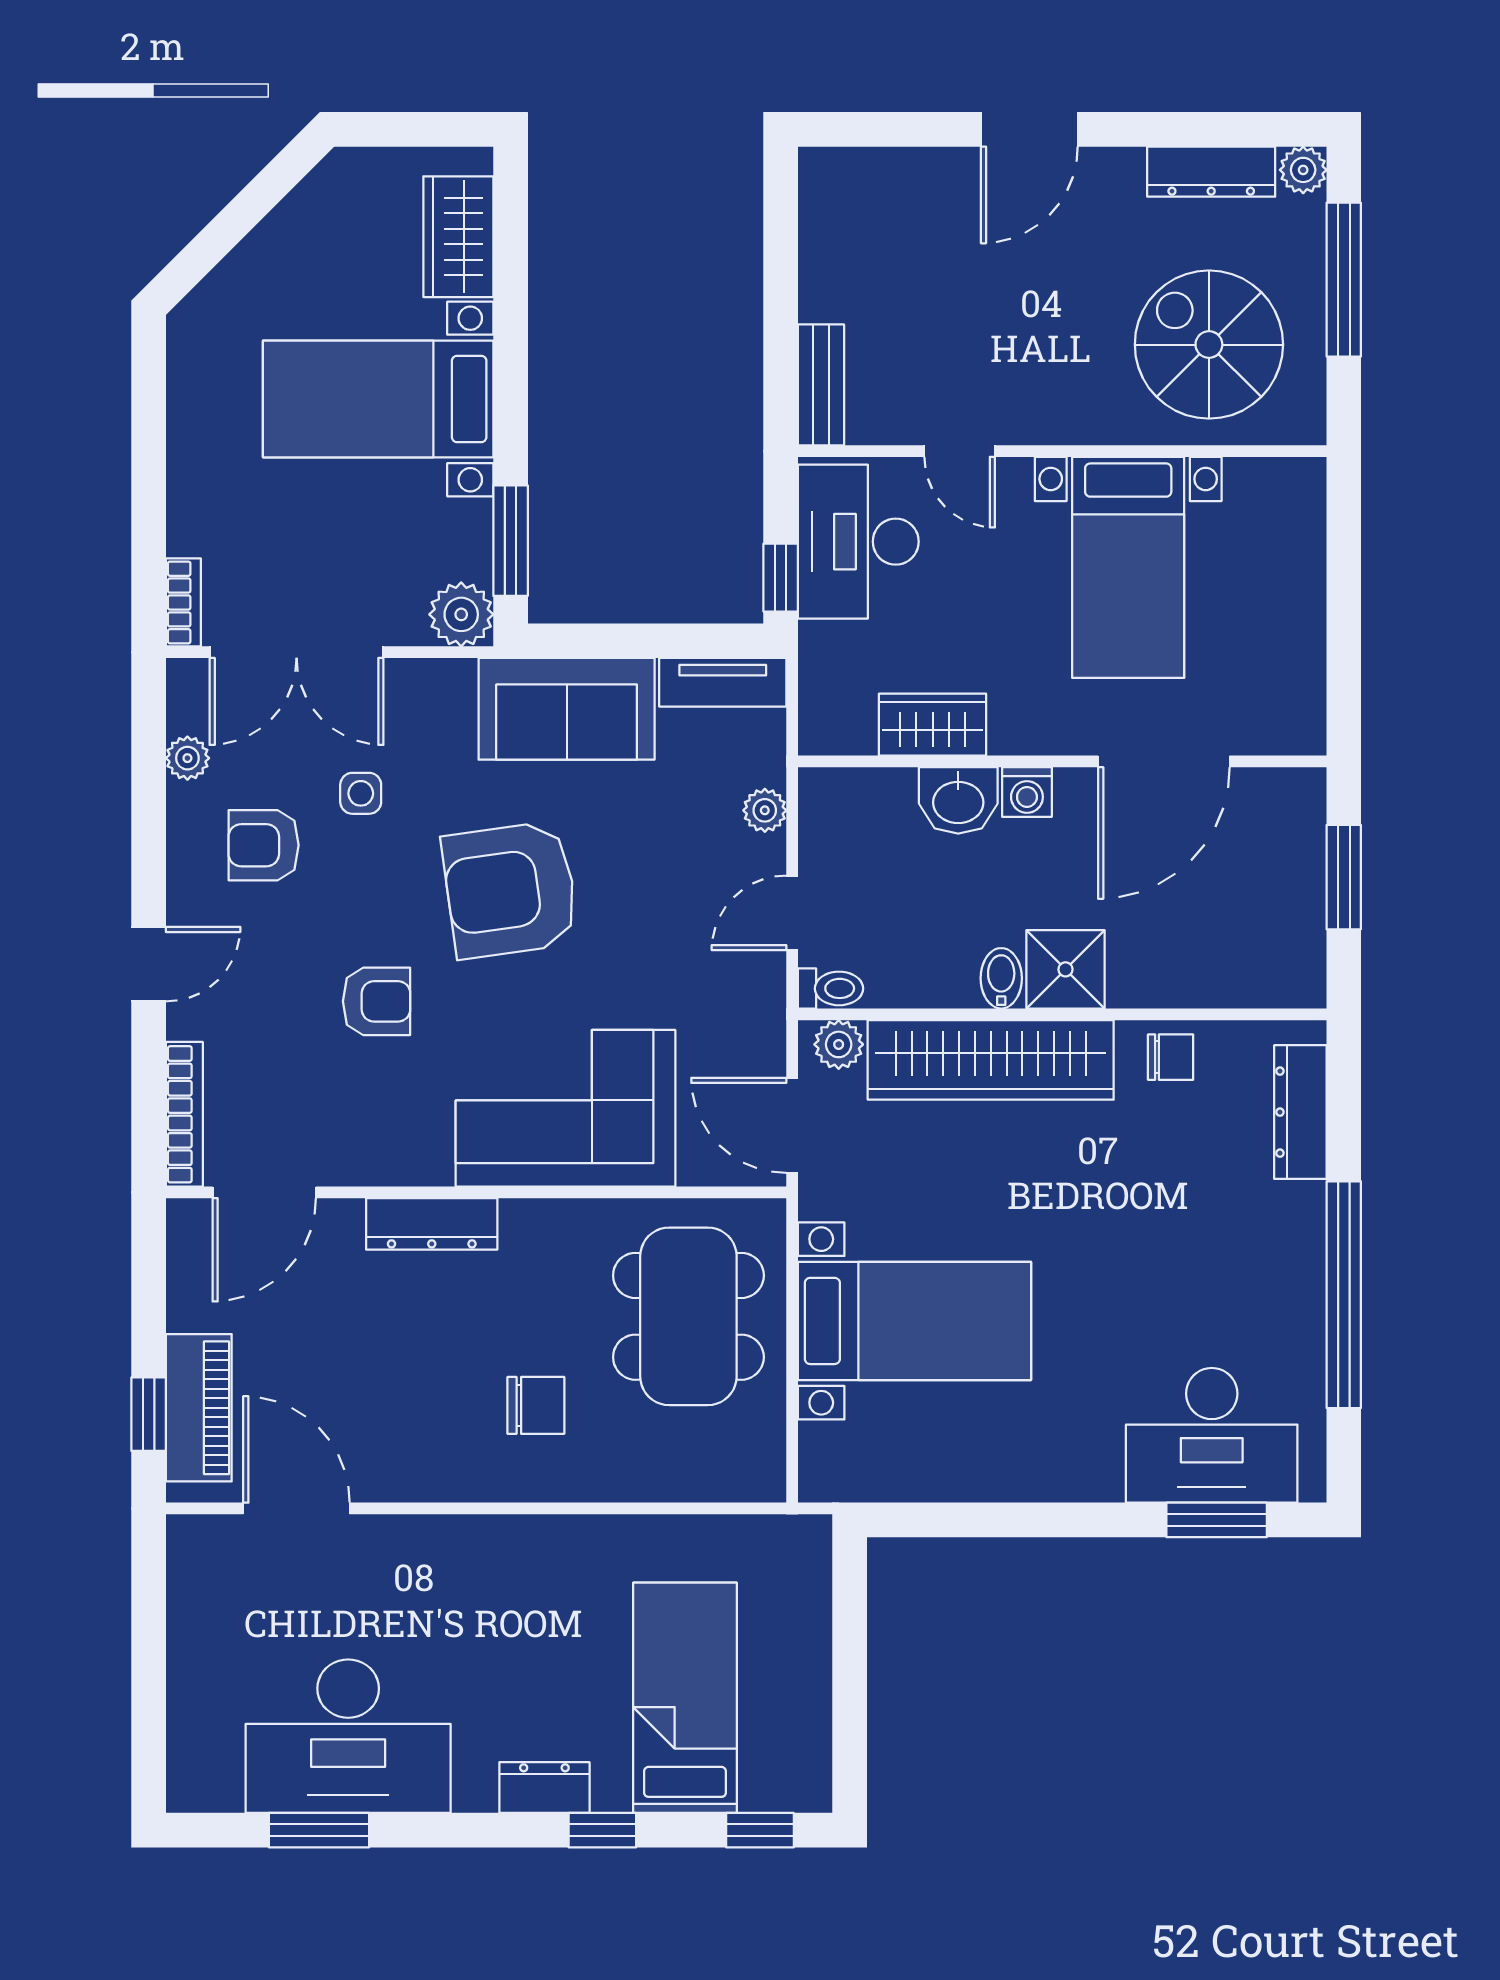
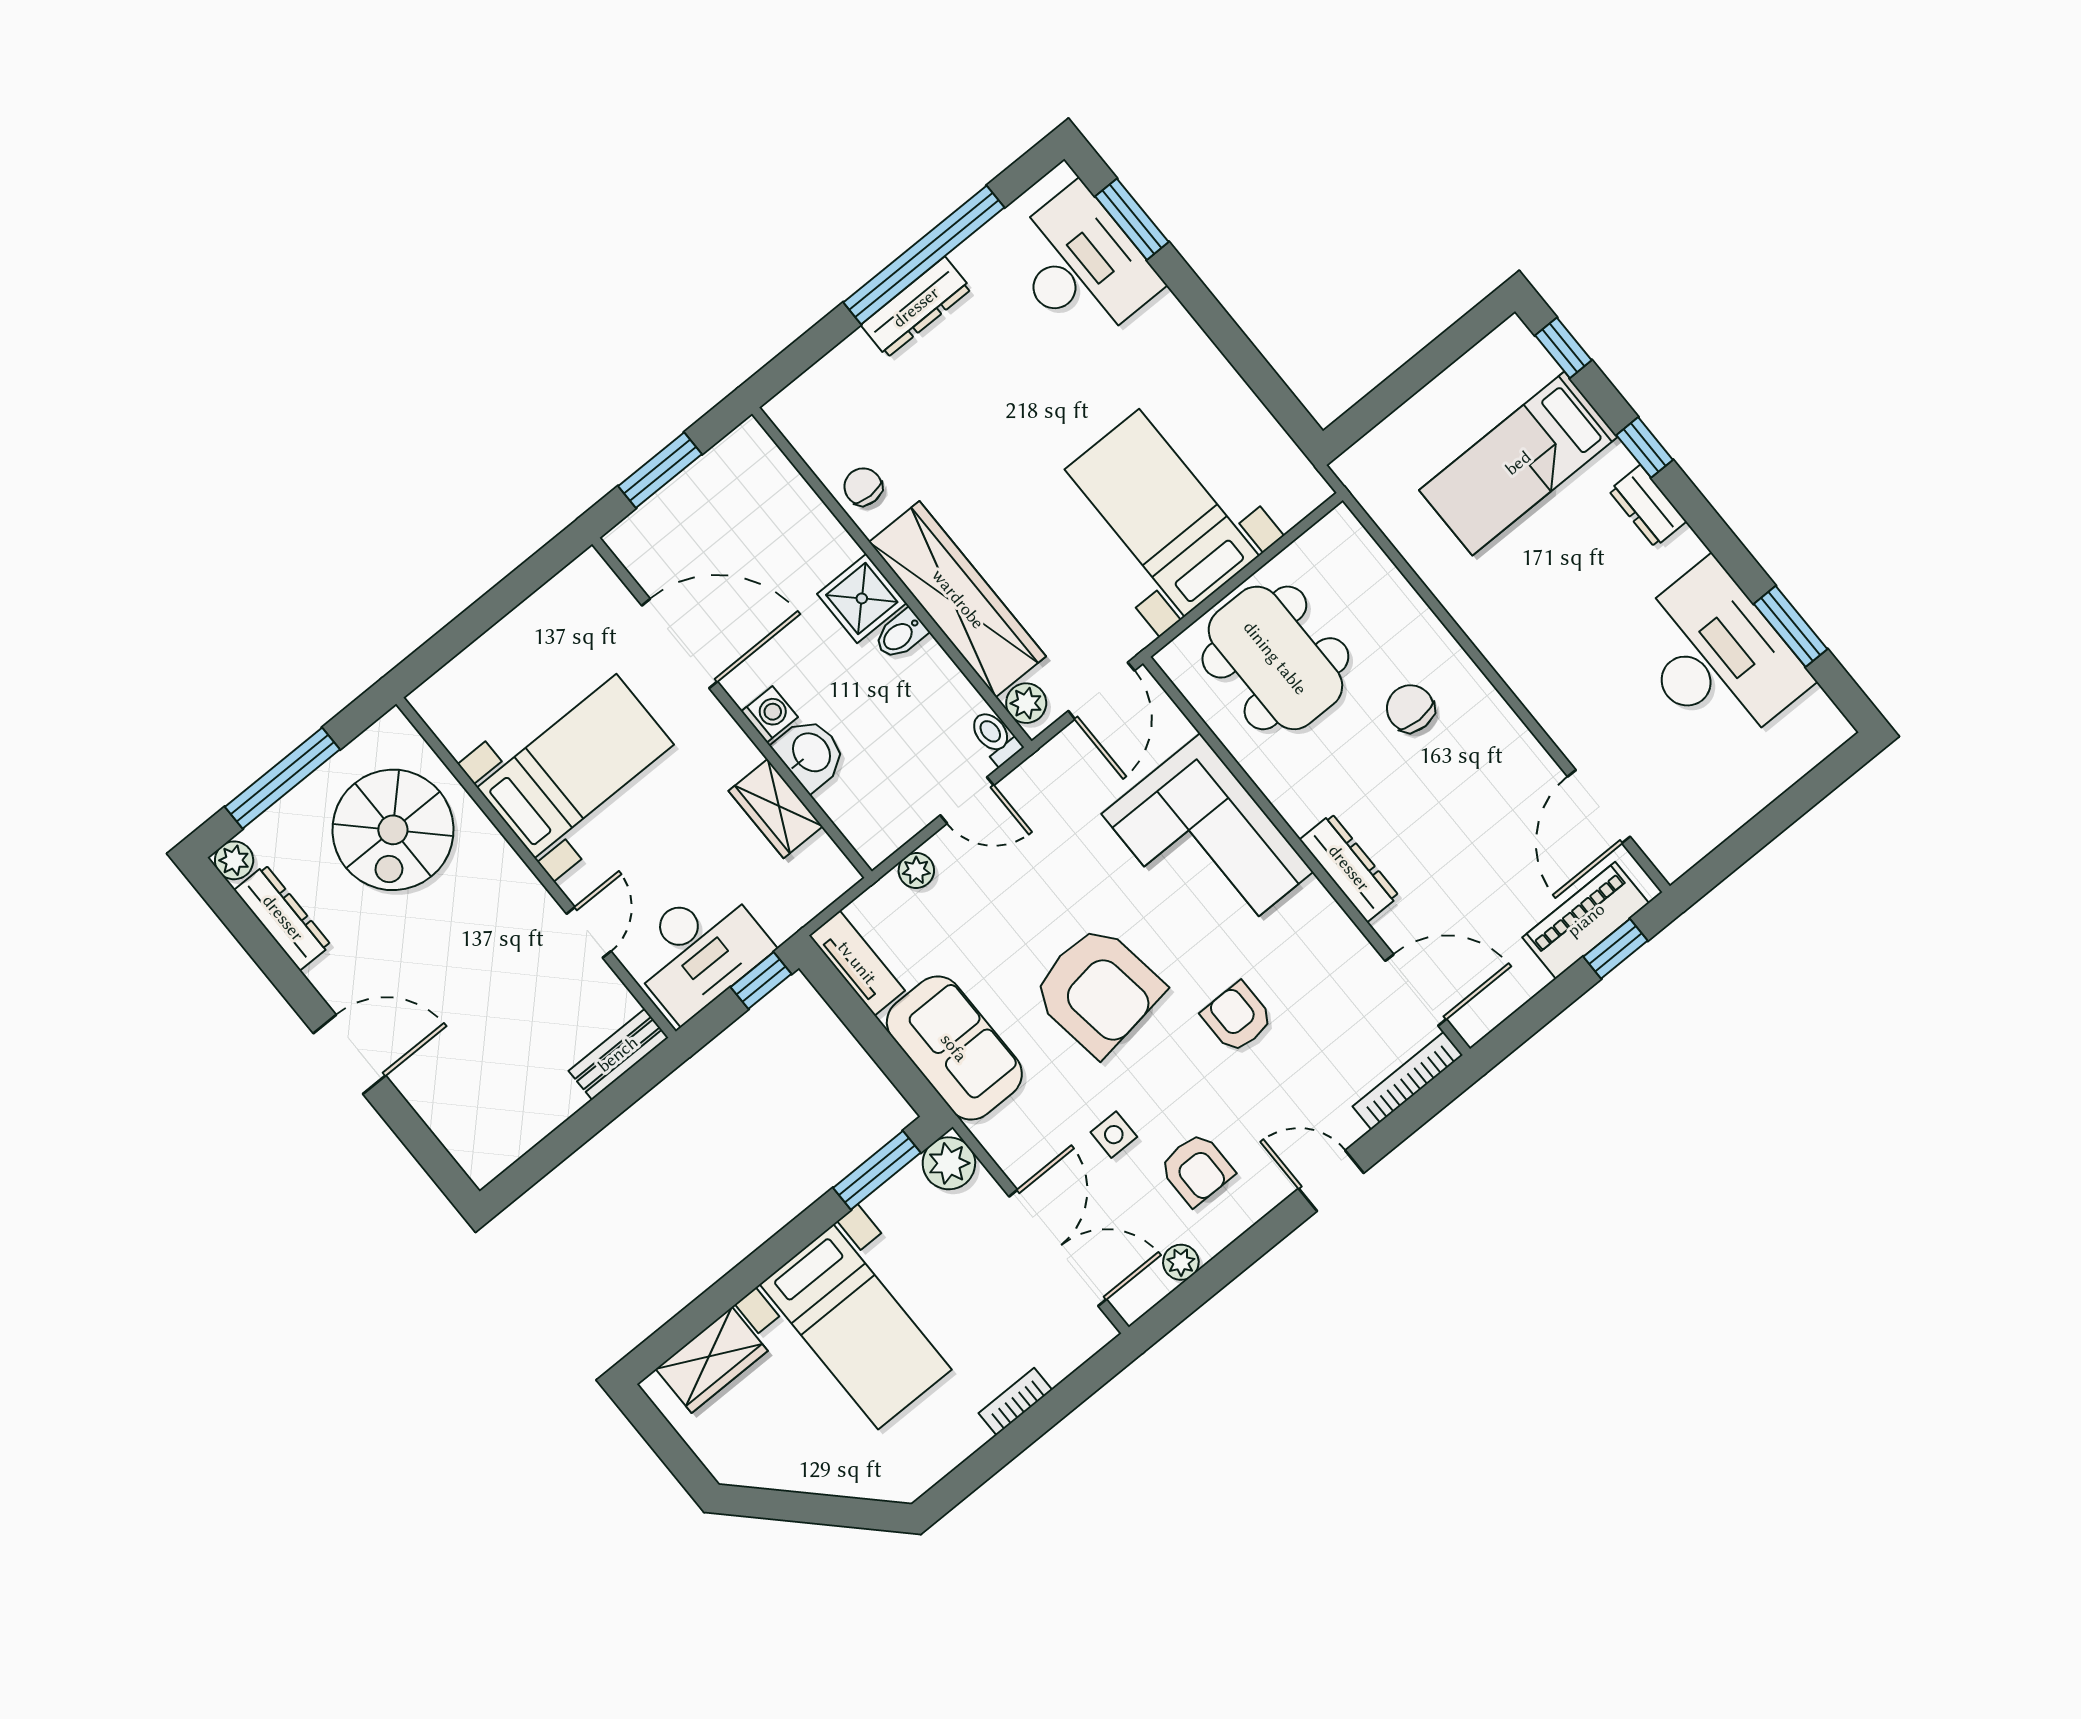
bookcase: (183, 602) -> (1015, 1402), moved
dresser: (1300, 1112) -> (916, 307), moved
dining table: (688, 1316) -> (1275, 658), turned 90

